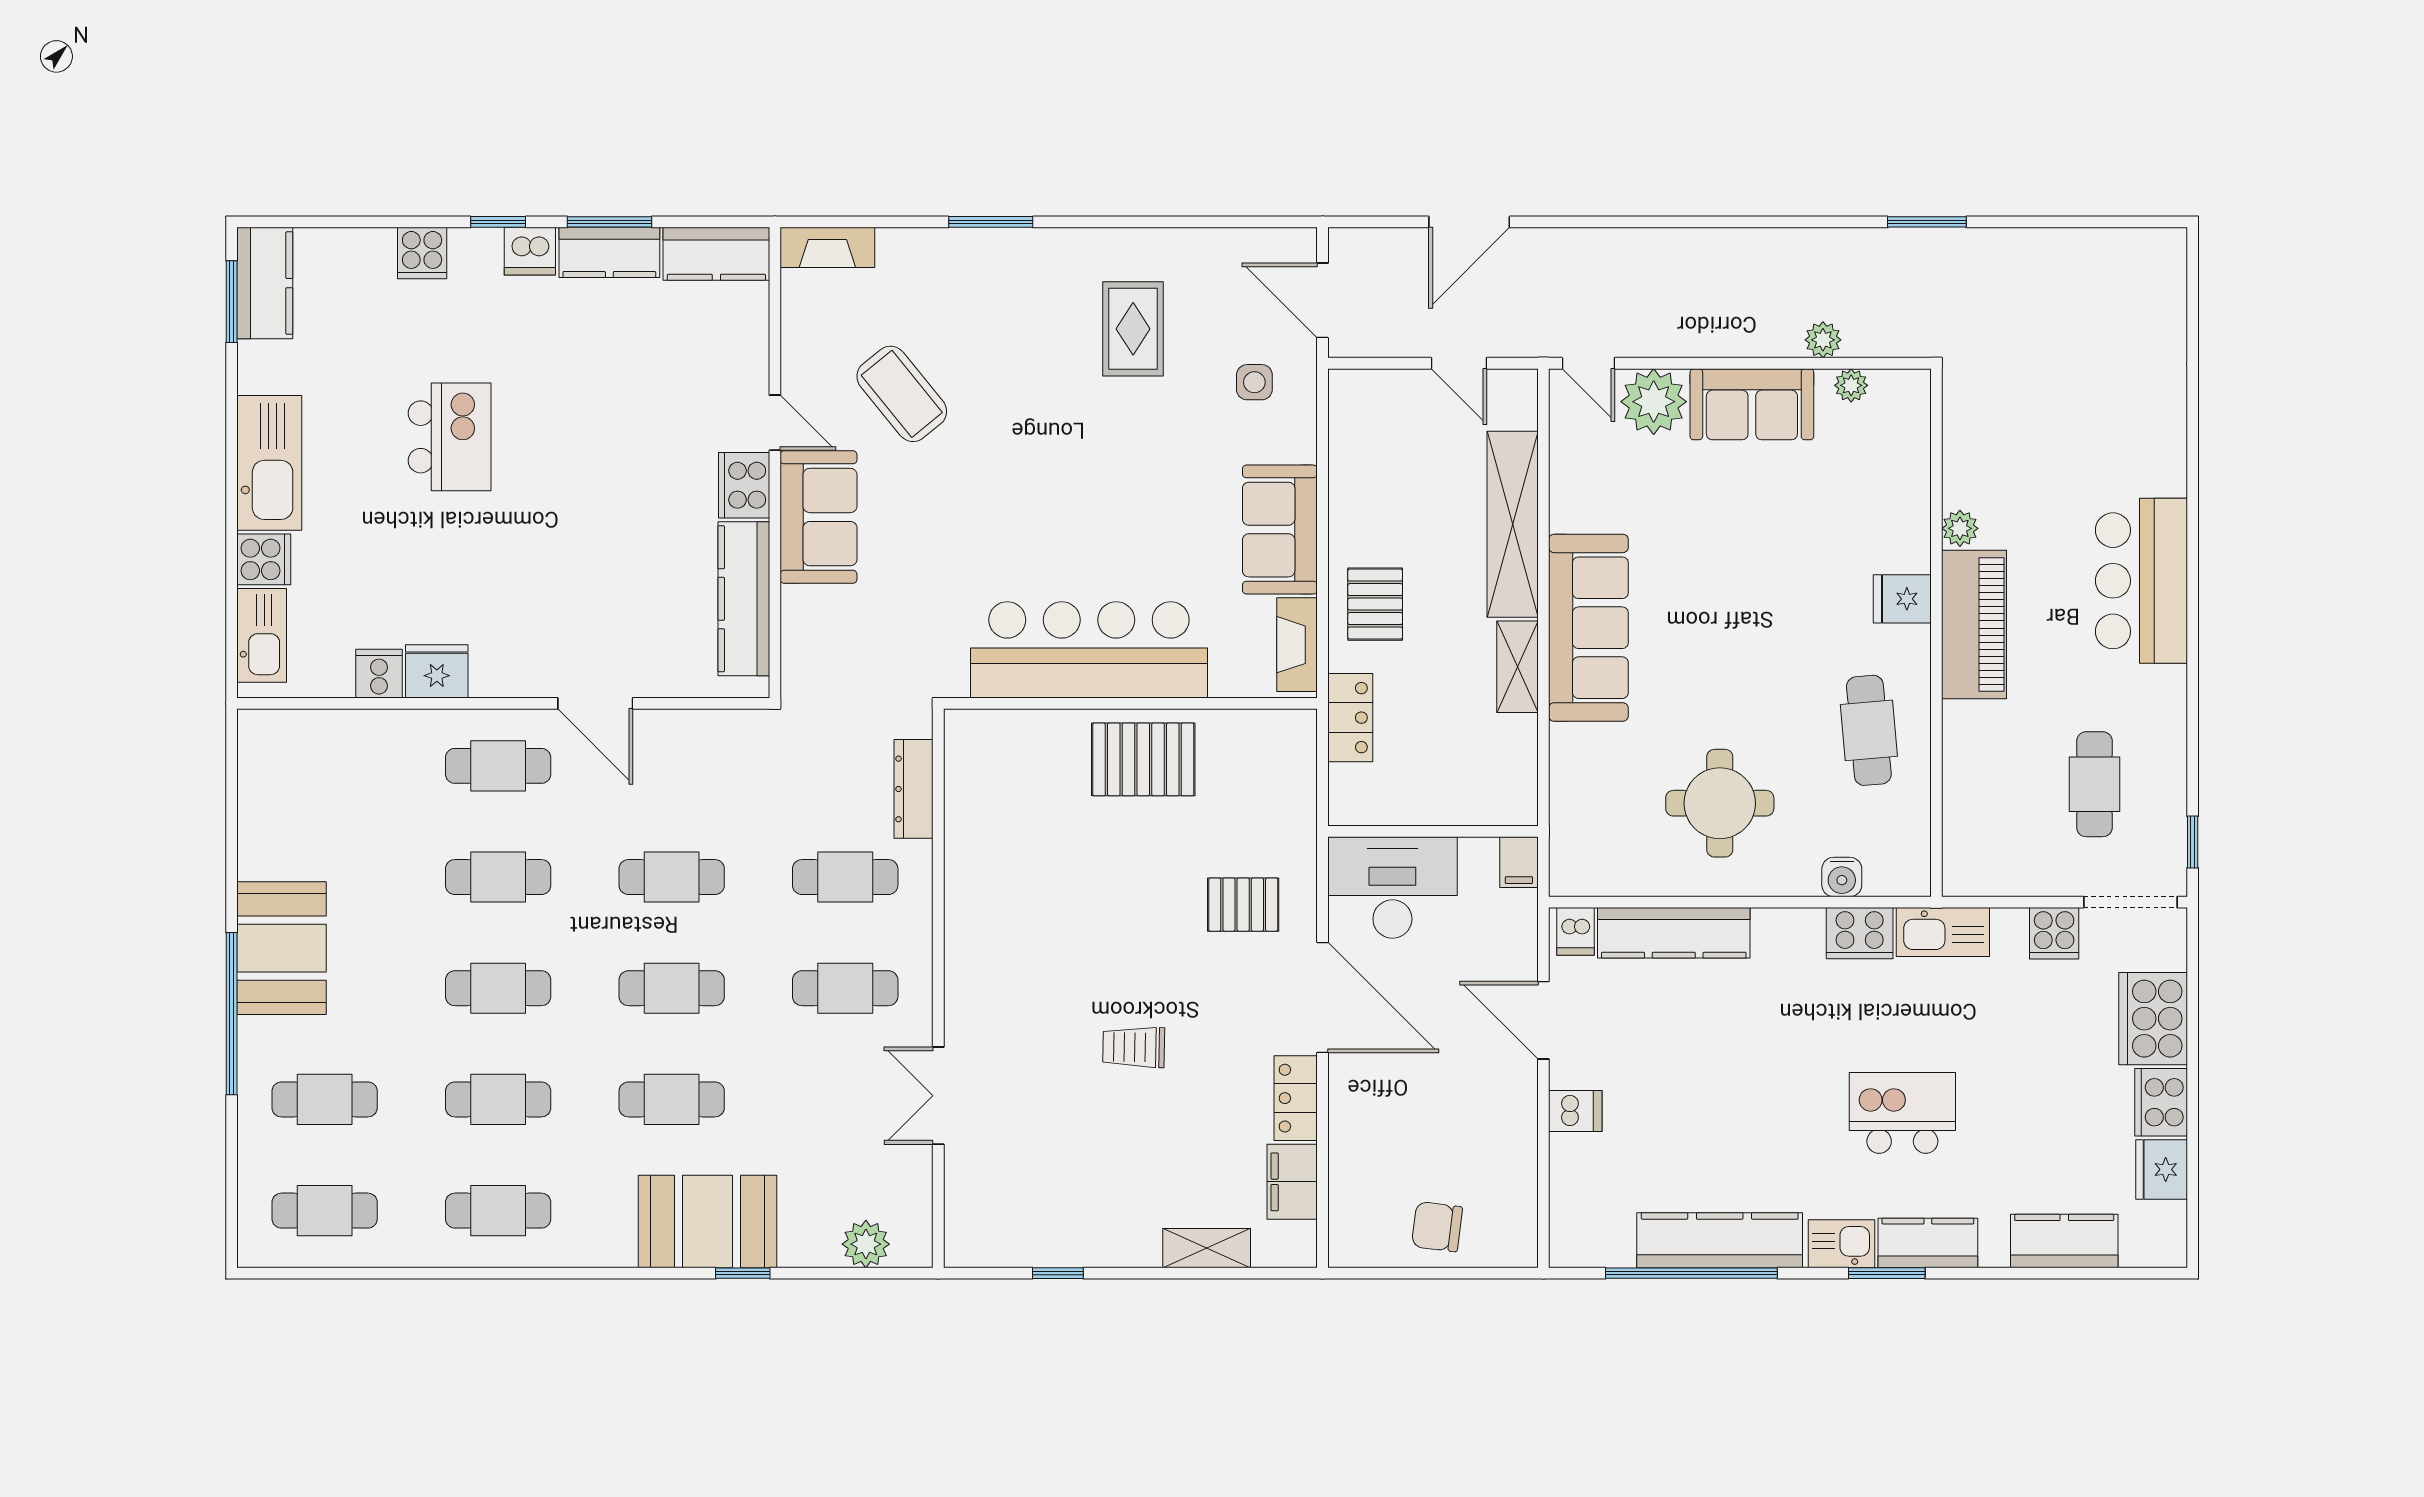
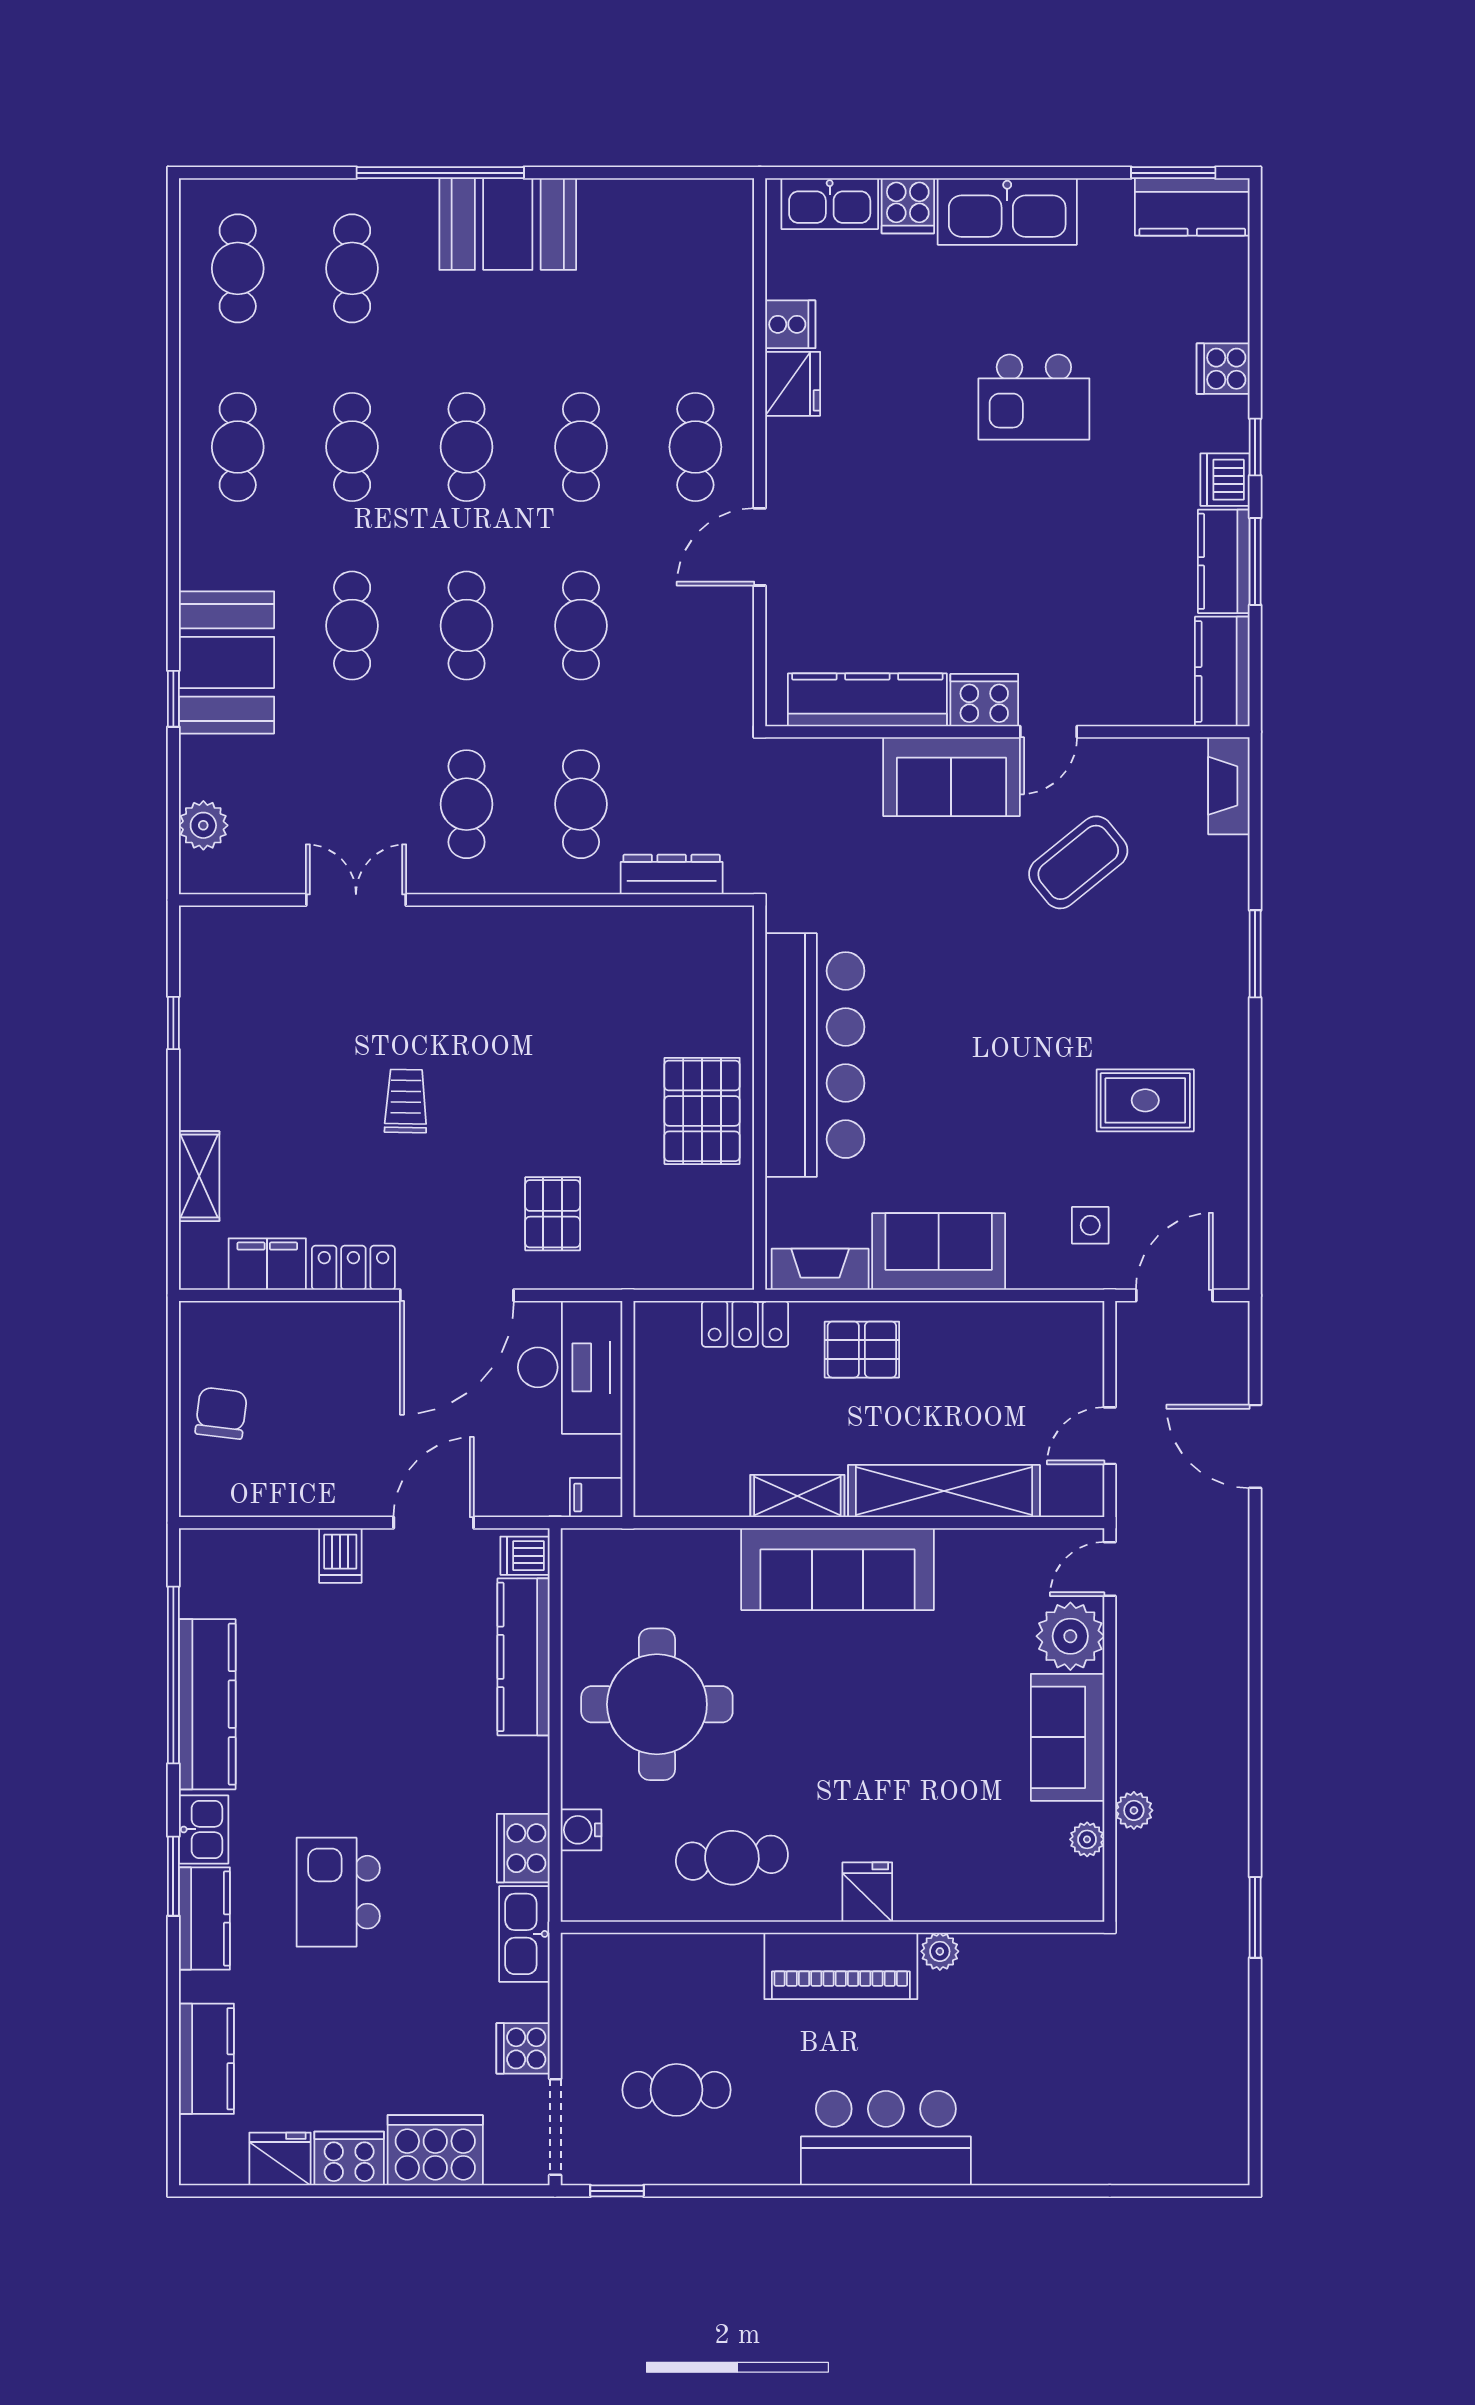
round table: (1720, 803) -> (657, 1704), width x1.36, depth x1.36
kitchen island: (1902, 1113) -> (338, 1892), turned 180

